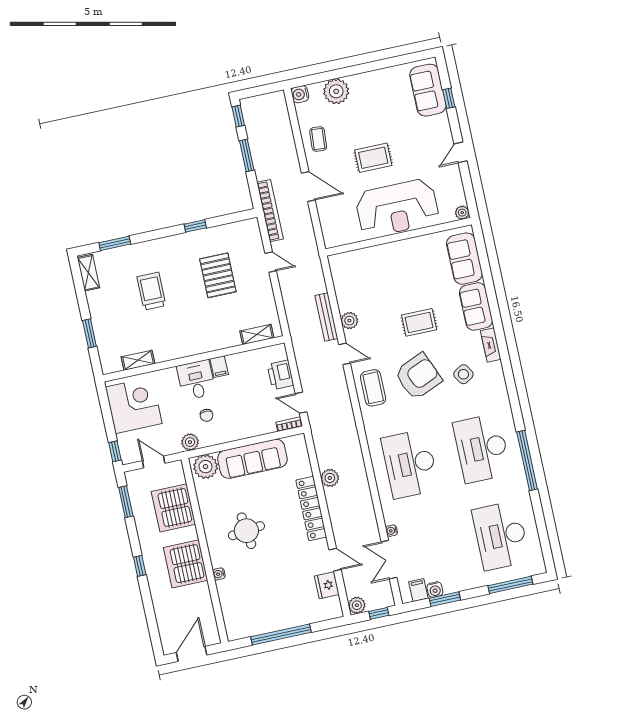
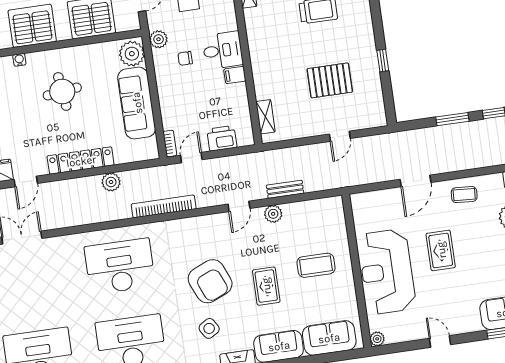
bookcase: (270, 211) -> (164, 206), moved, turned 180
bench: (326, 317) -> (285, 189), width x0.73
coffee table: (373, 388) -> (316, 265), moved
water cooler: (392, 531) -> (52, 242), removed

